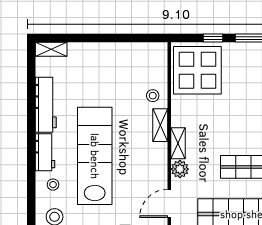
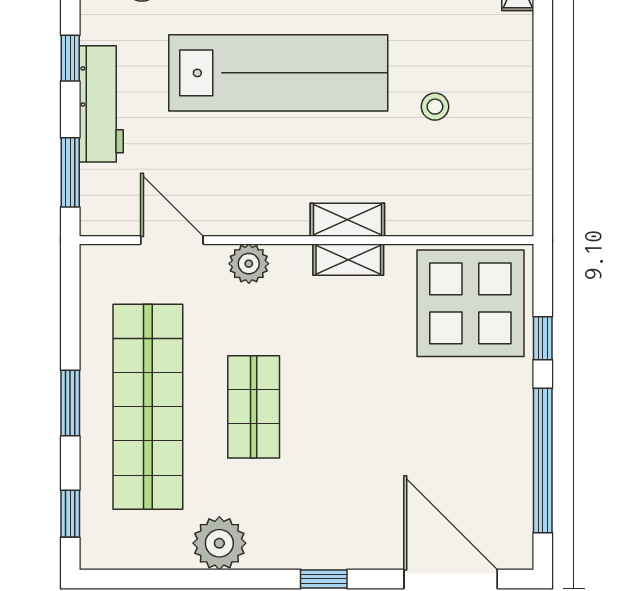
stool: (153, 96) -> (435, 107), moved
shelving: (178, 143) -> (348, 260), moved

